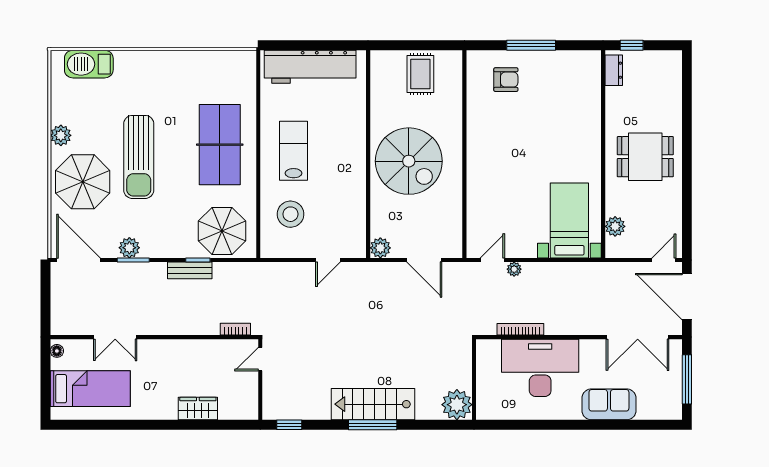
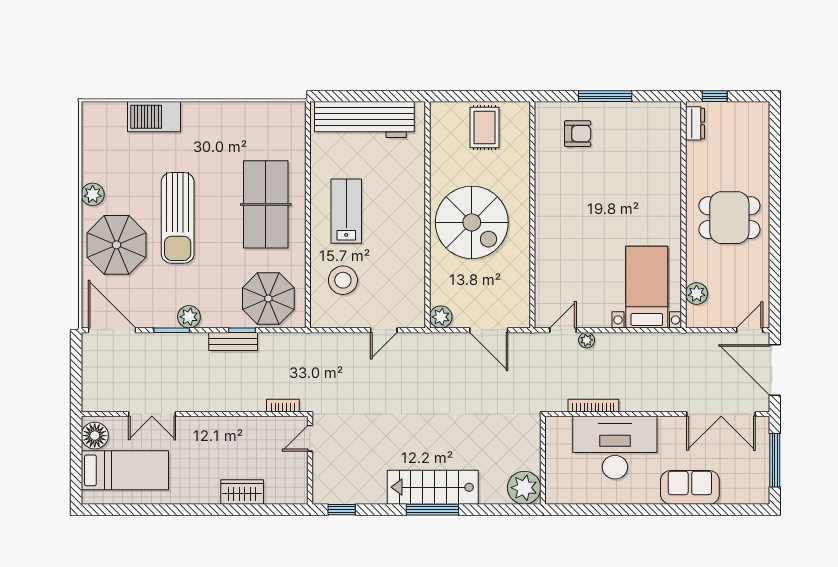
barbecue: (89, 64) -> (154, 117), moved
plant: (129, 248) -> (189, 317), moved
floor lamp: (57, 351) -> (95, 436), width x1.89, depth x1.89

